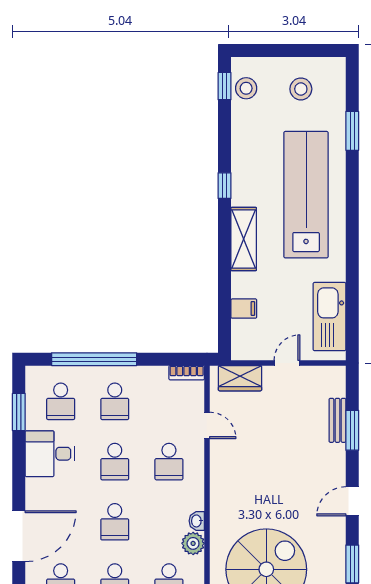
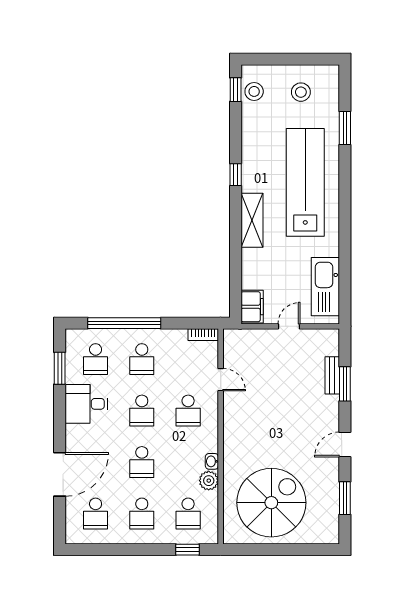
filing cabinet: (244, 309) -> (252, 307), moved, width x2.00
wardrobe: (240, 378) -> (249, 339), removed

